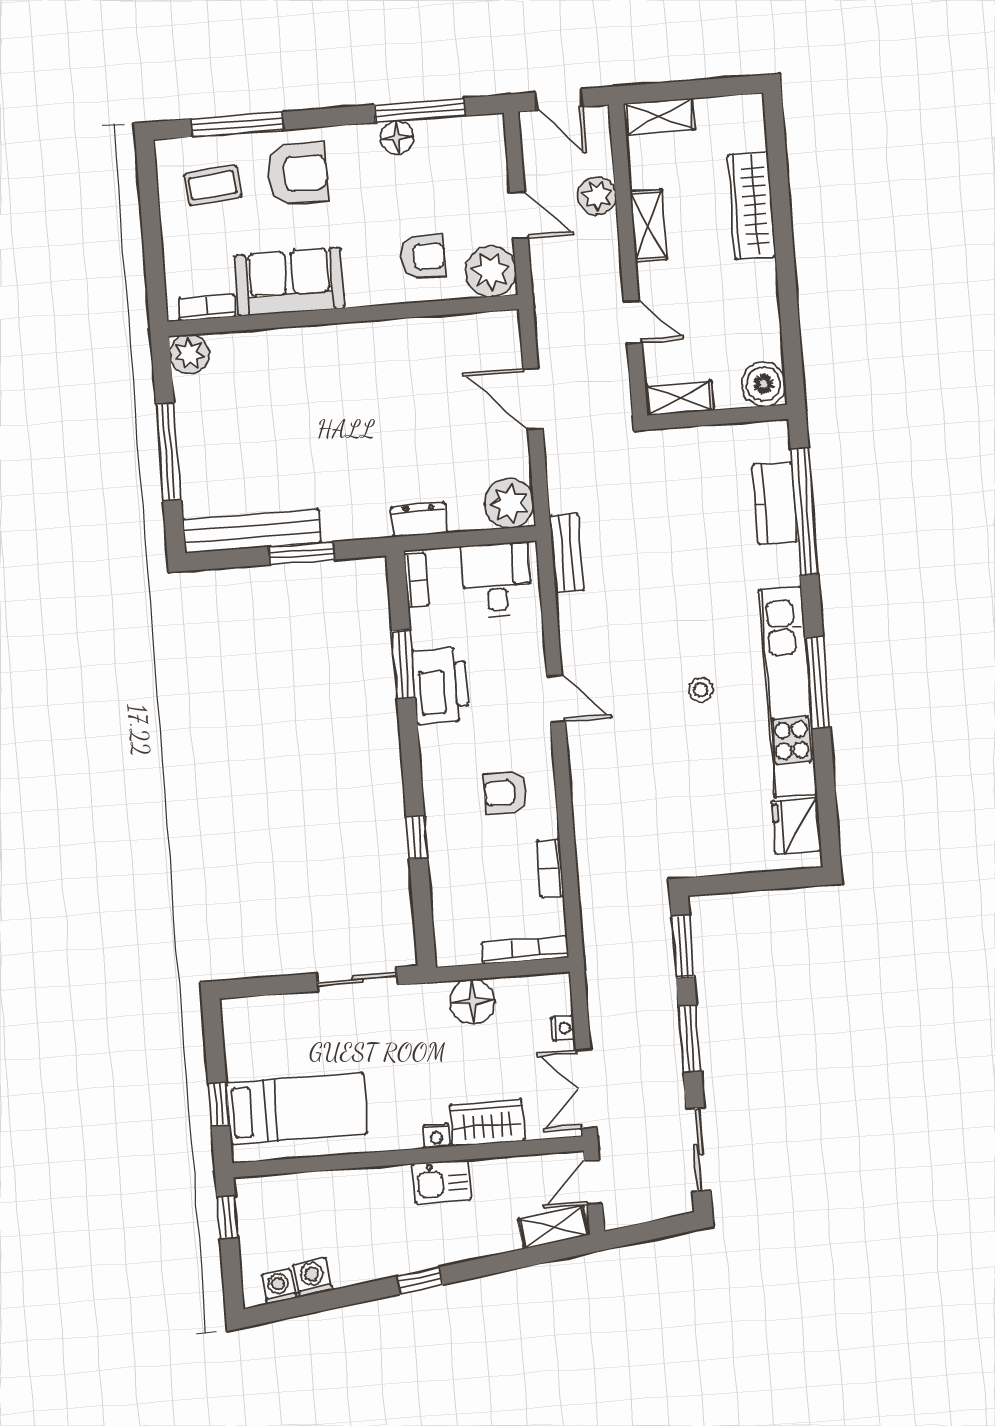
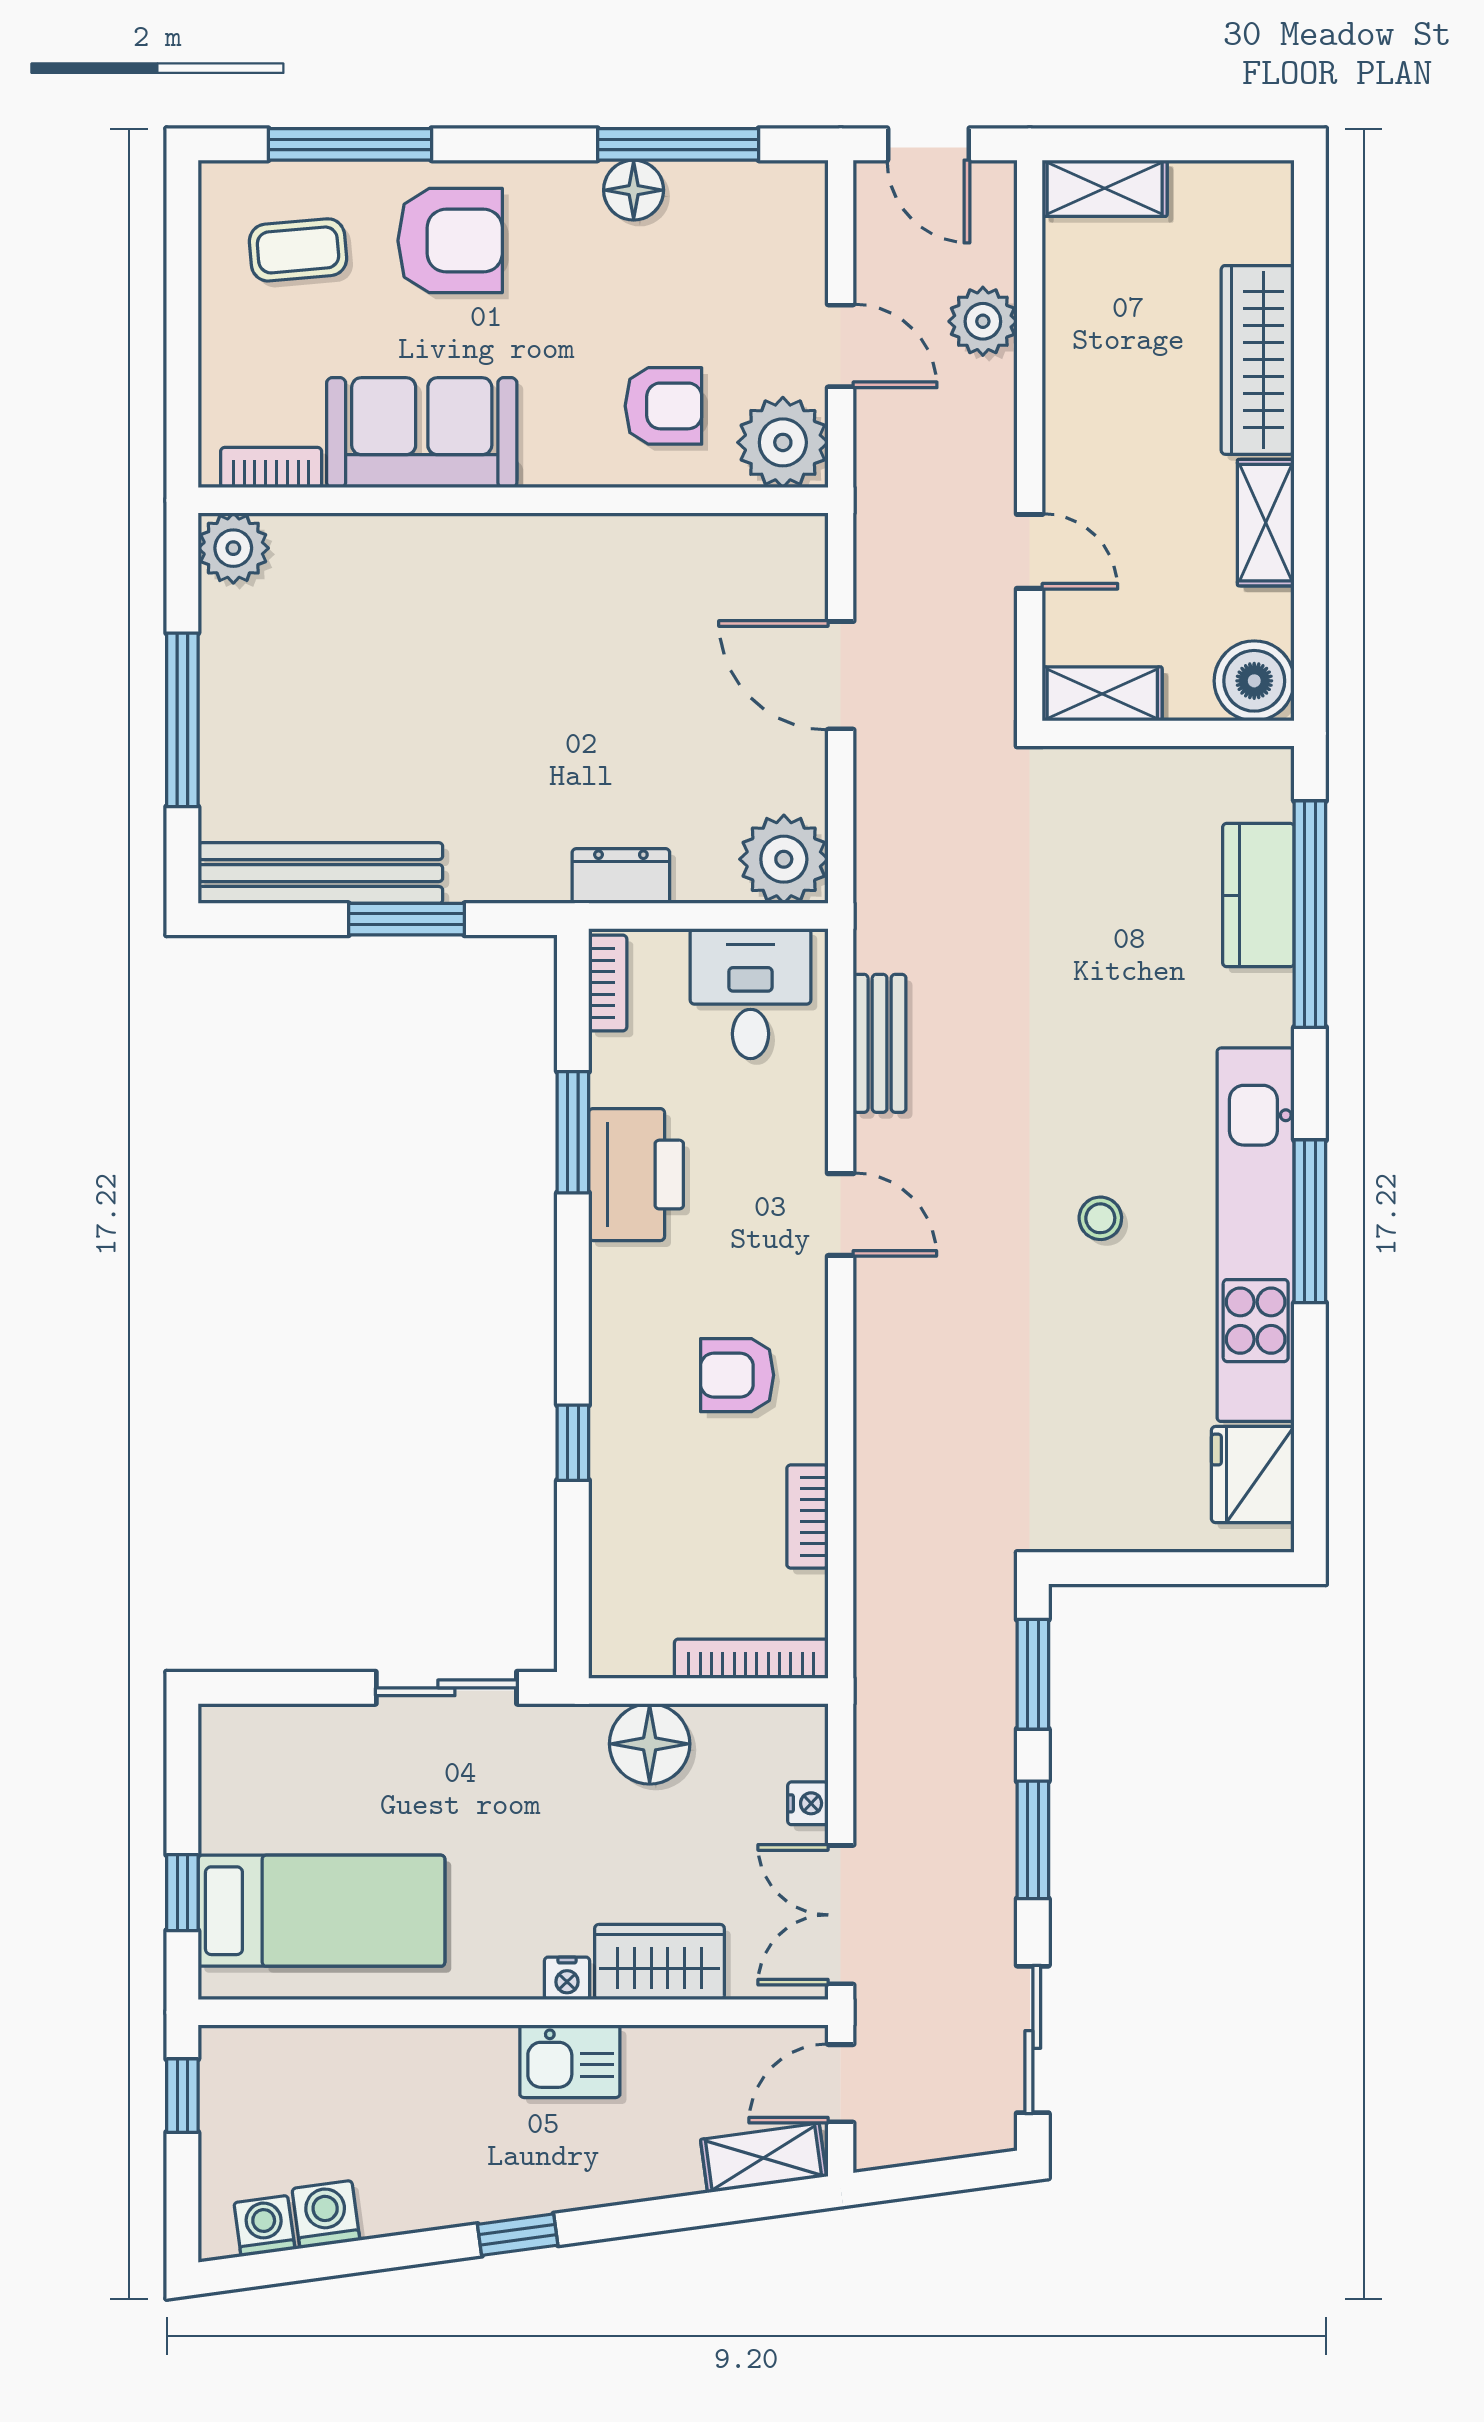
shelving: (648, 225) -> (1266, 523), moved
bench: (567, 553) -> (880, 1043), moved

